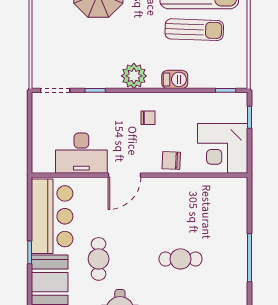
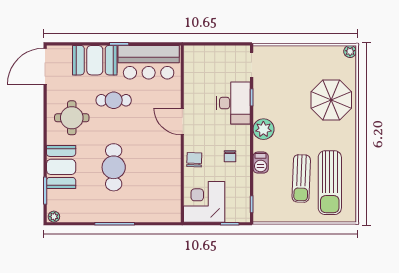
chair: (148, 118) -> (230, 156), moved
desk: (81, 153) -> (234, 103), moved, turned 180
cafe table: (181, 259) -> (114, 167), width x1.37, depth x1.35

